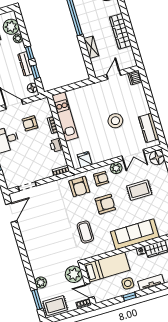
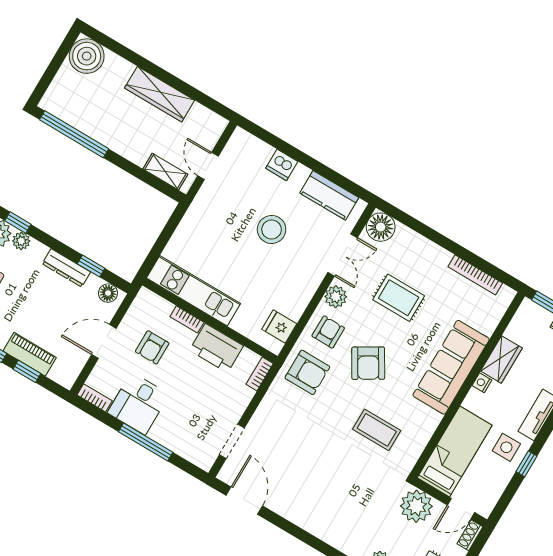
shelving: (91, 47) -> (165, 172), moved
window: (30, 53) -> (18, 223), moved
dishwasher: (135, 78) -> (282, 165), moved
printer: (56, 145) -> (216, 348), width x1.87, depth x1.48
rug: (139, 190) -> (399, 298), turned 90
armchair: (105, 204) -> (368, 363), turned 149

